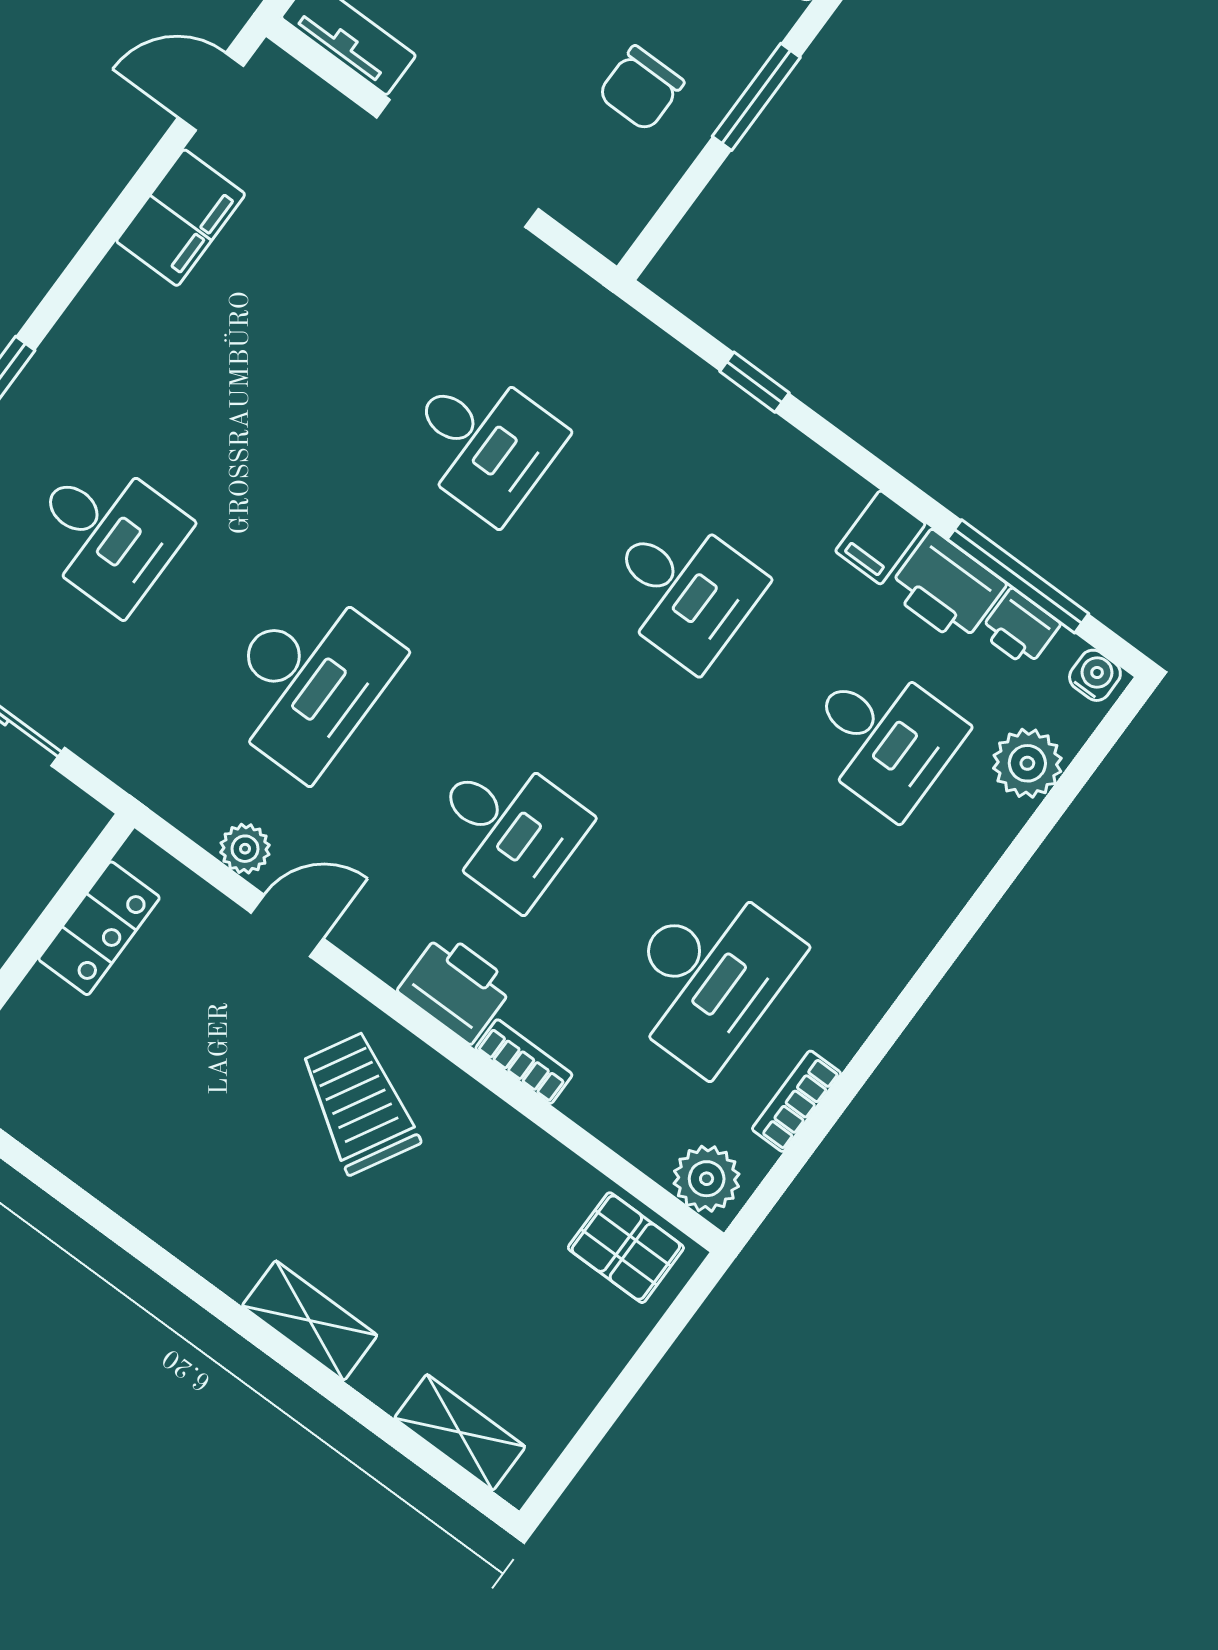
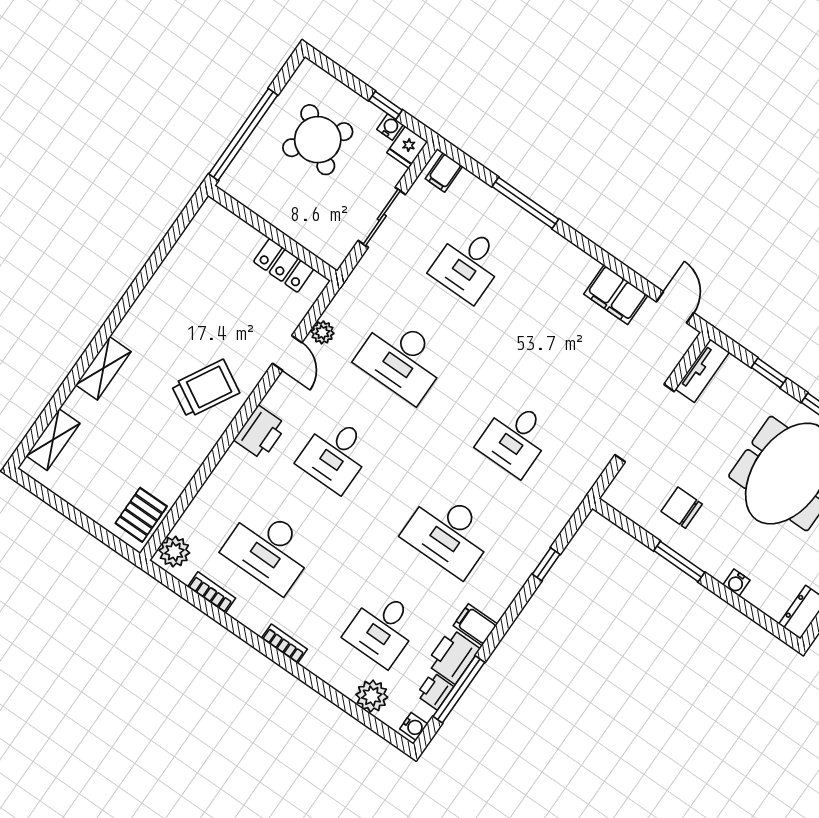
desk: (683, 589) -> (449, 533), width x1.37
bookcase: (524, 1062) -> (284, 644), moved, turned -90

